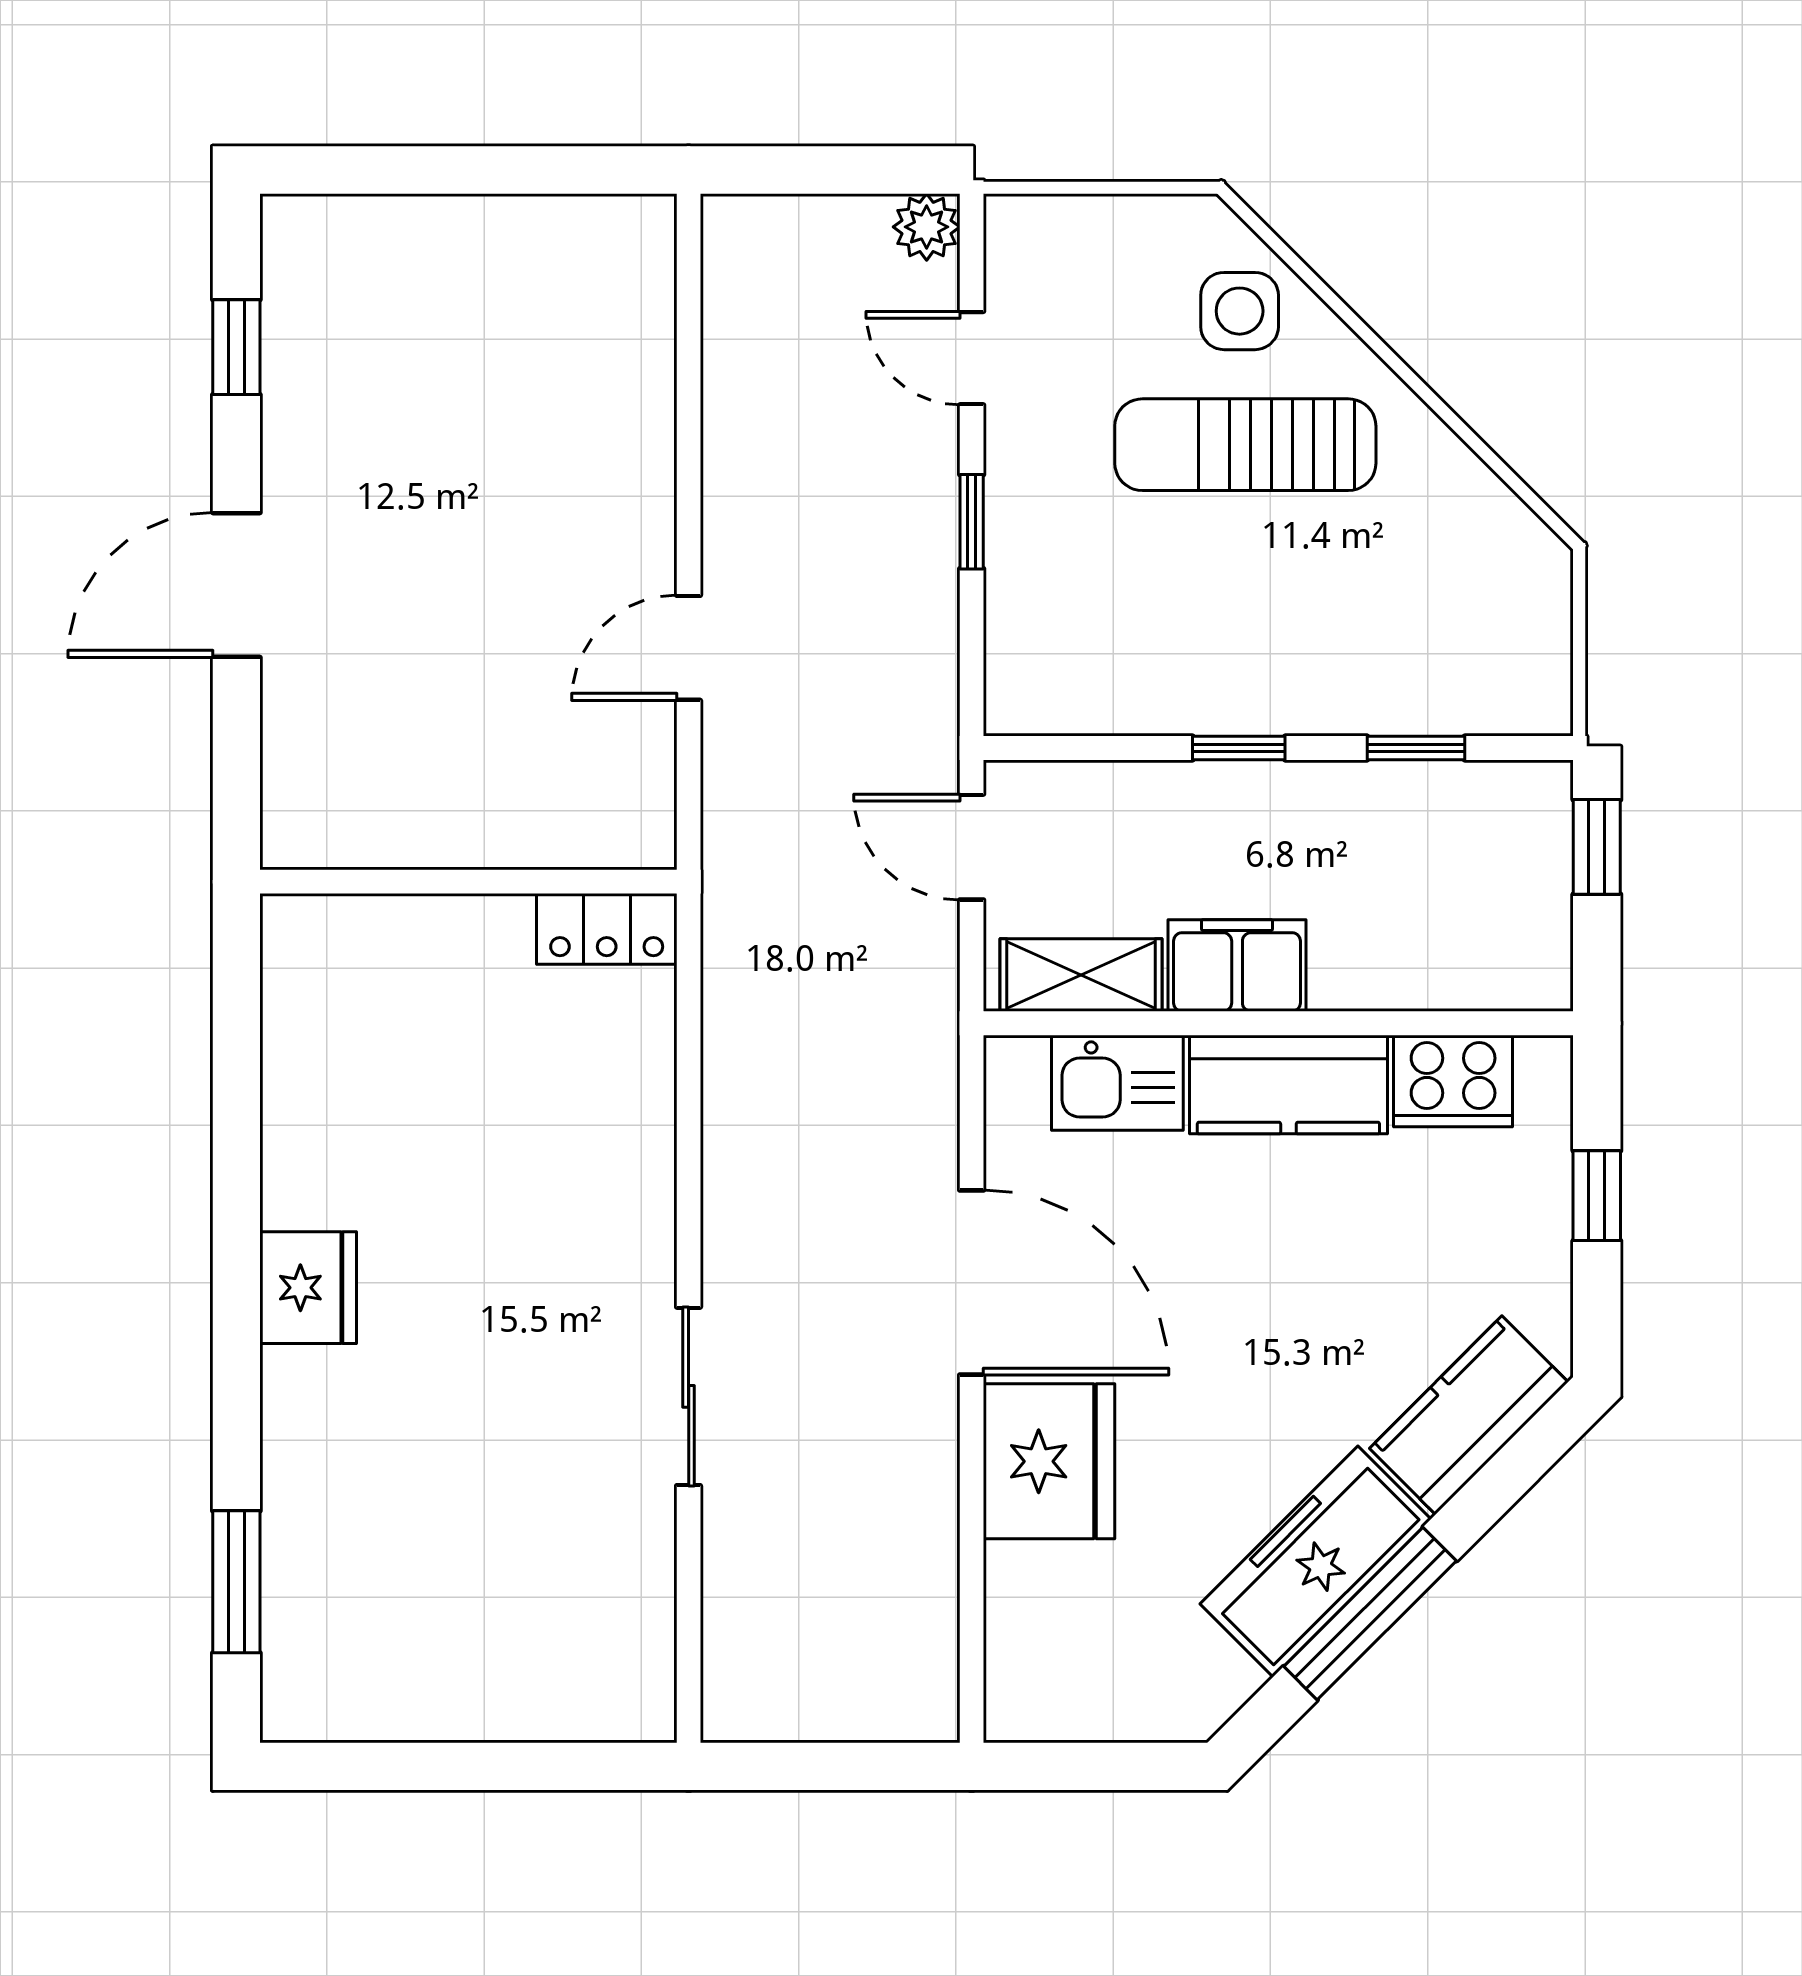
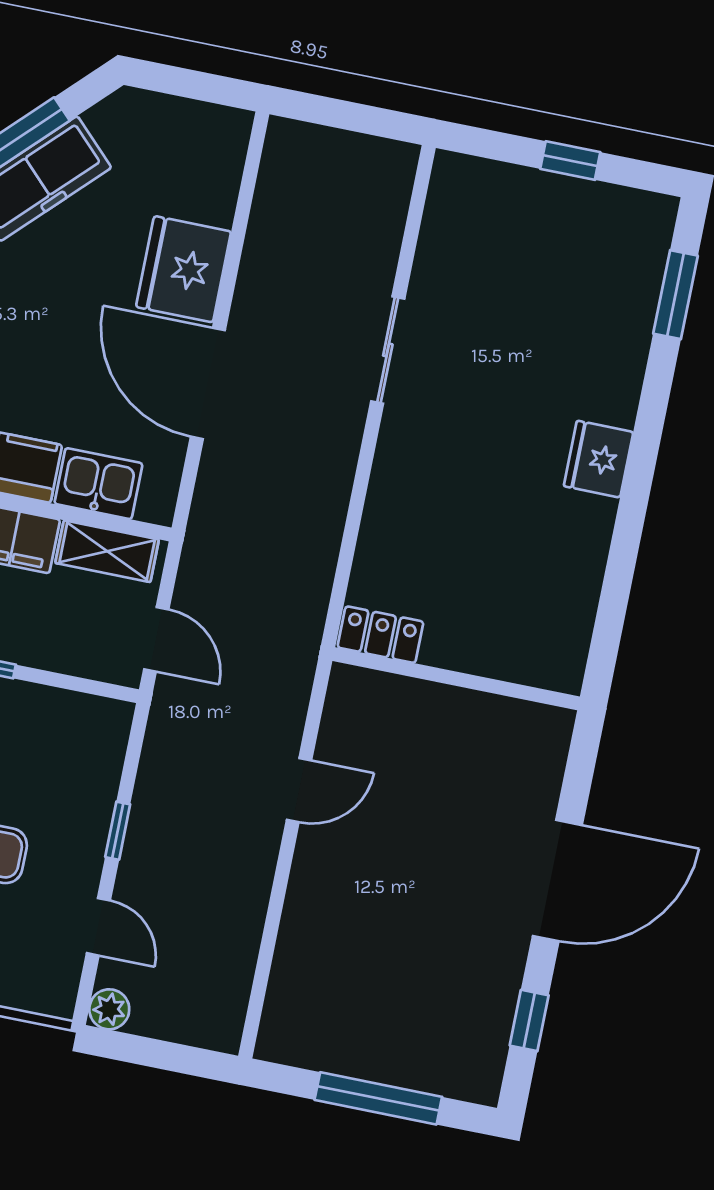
window: (457, 170) -> (378, 1098), added
door: (236, 585) -> (557, 881), width x1.36
window: (453, 1766) -> (570, 161), added

